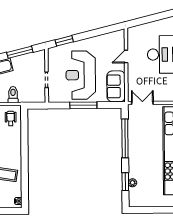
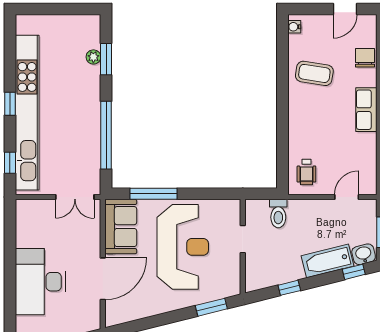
window: (20, 52) -> (289, 288), width x0.46
door: (126, 57) -> (103, 279), width x1.88
toilet: (13, 95) -> (278, 214), moved
window: (83, 105) -> (154, 194), moved

